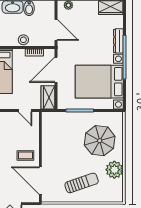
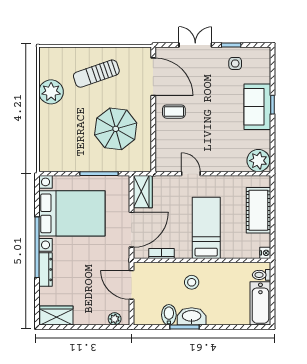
stool: (23, 40) -> (192, 282), moved
door: (25, 110) -> (191, 174), moved
parasol: (100, 141) -> (116, 129), moved

